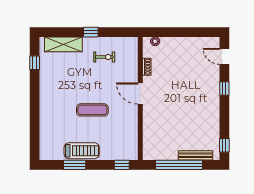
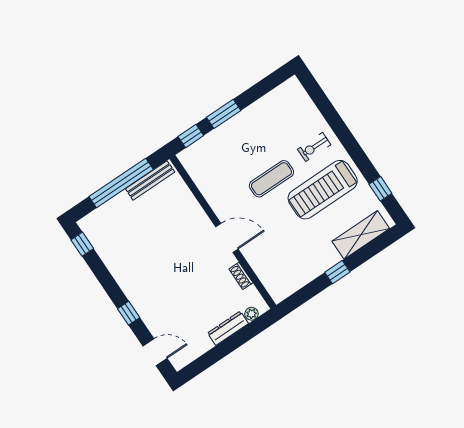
dresser: (174, 42) -> (228, 328), added
exercise bike: (104, 57) -> (314, 147), moved
treadmill: (82, 151) -> (323, 190), moved, width x1.37, depth x1.37
bench: (195, 155) -> (150, 180), moved
window: (75, 165) -> (224, 114), moved

